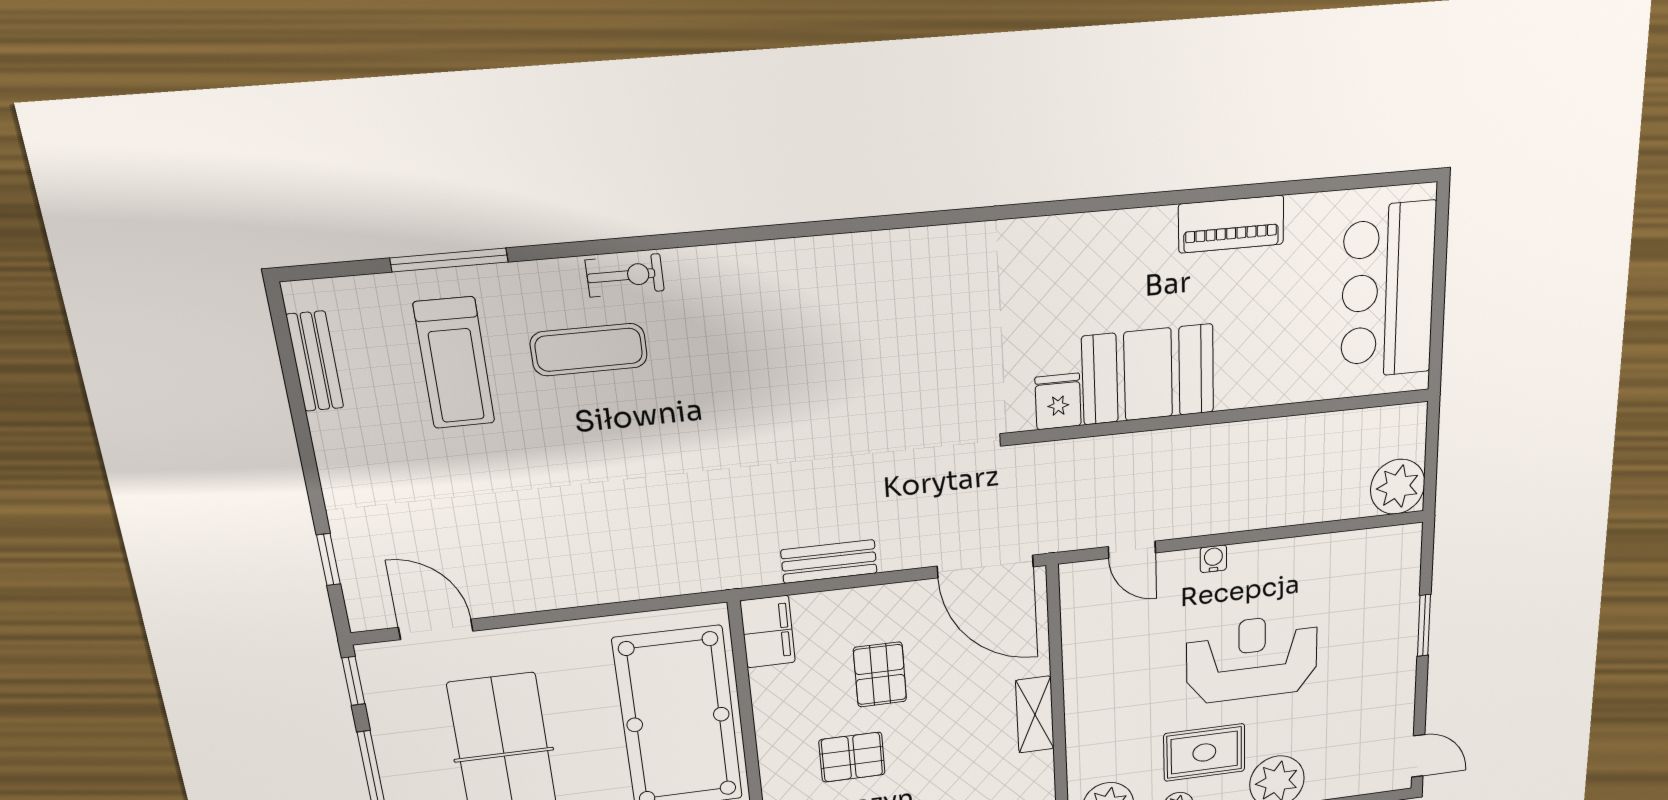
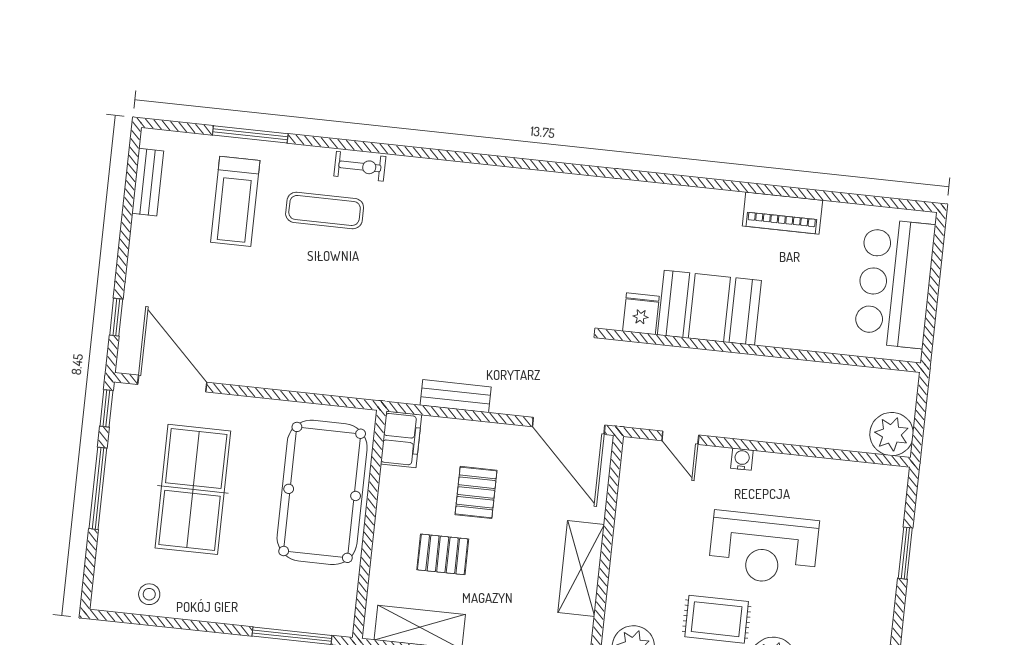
door: (436, 629) -> (172, 383), width x1.36
reception desk: (1252, 659) -> (764, 548), turned 180
shelving: (1035, 715) -> (581, 568), width x1.50, depth x1.33

